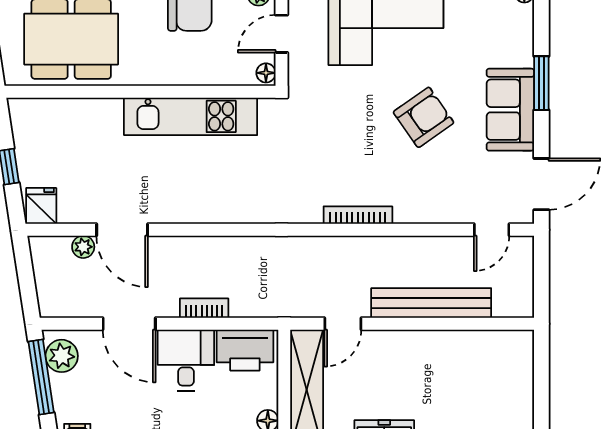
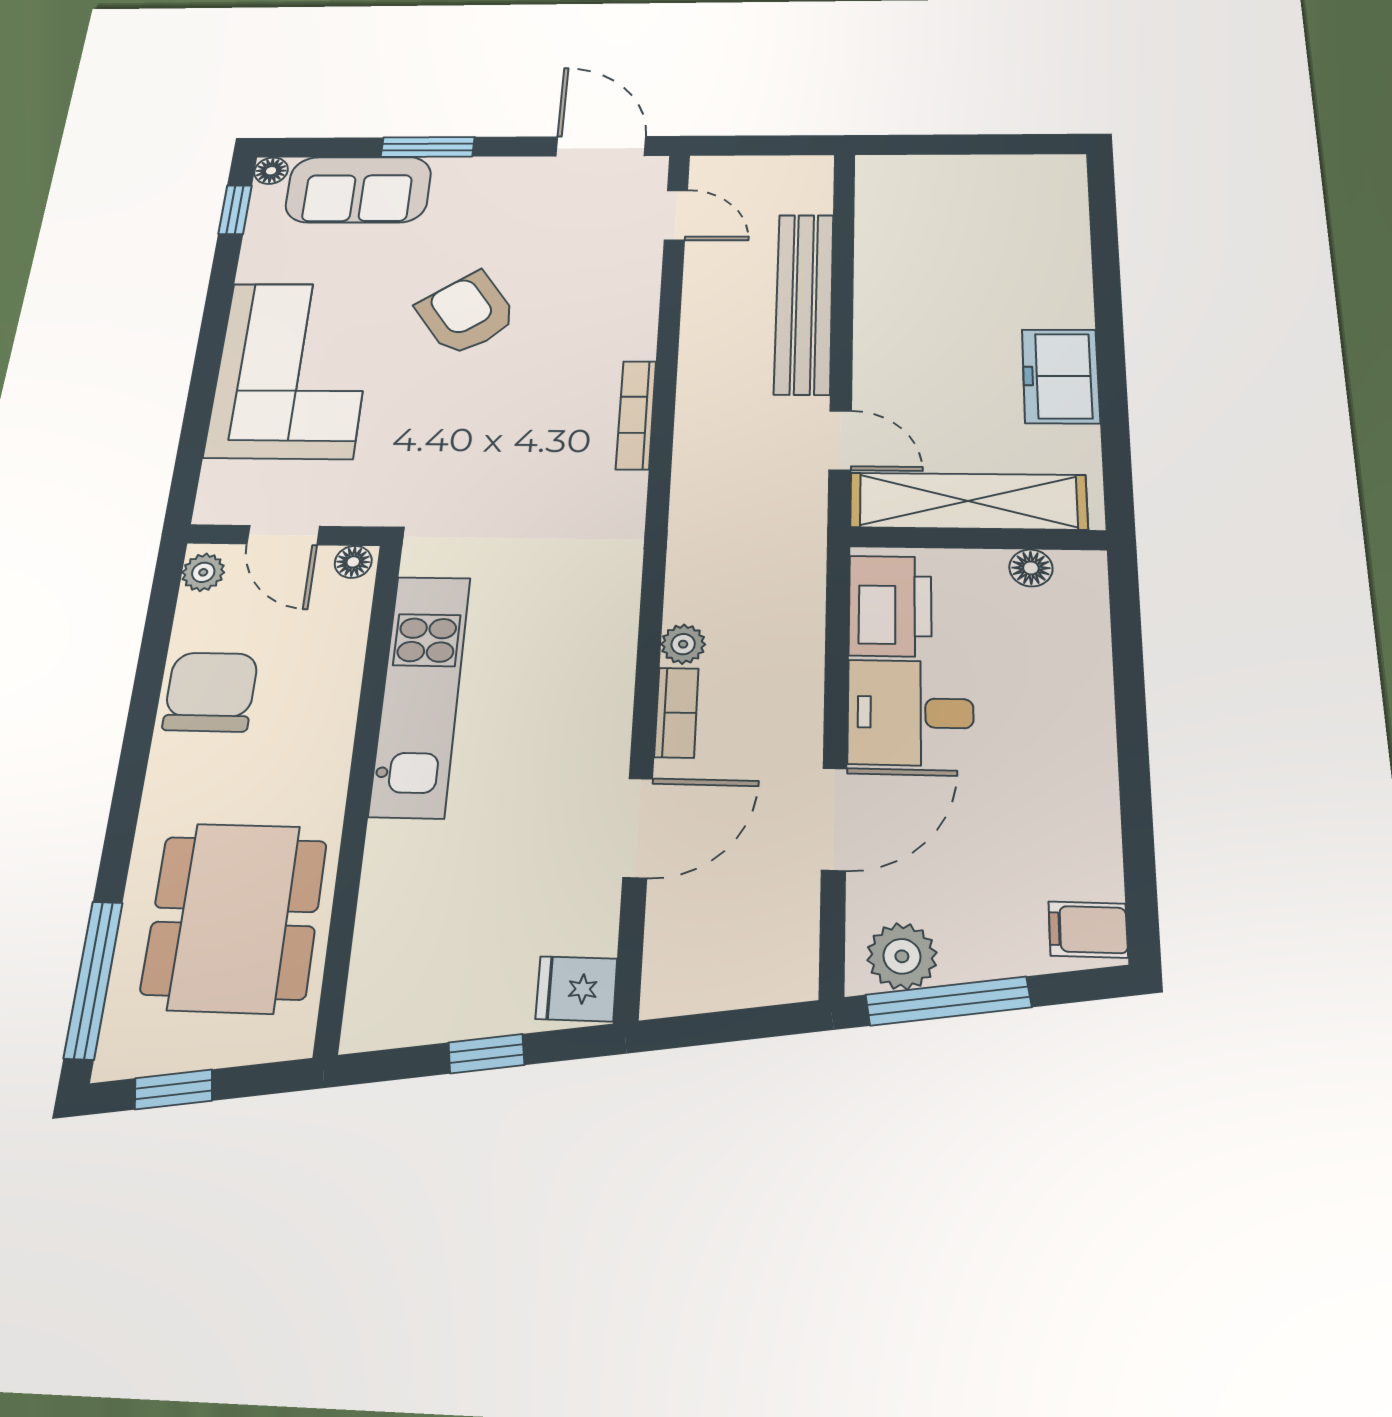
sofa: (510, 110) -> (358, 190), moved
plant: (83, 247) -> (683, 644), moved
bookcase: (204, 308) -> (677, 712), moved, turned 180

